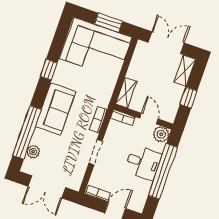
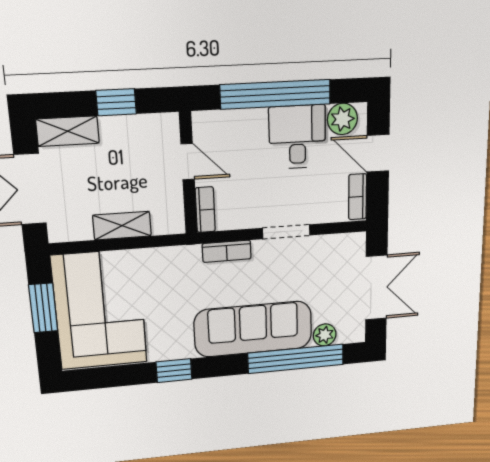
shelving: (126, 92) -> (122, 226), moved
sofa: (55, 109) -> (253, 329), width x1.36
door: (149, 119) -> (188, 162), swing flipped
plant: (161, 134) -> (342, 119), moved
desk: (143, 163) -> (297, 137), moved

